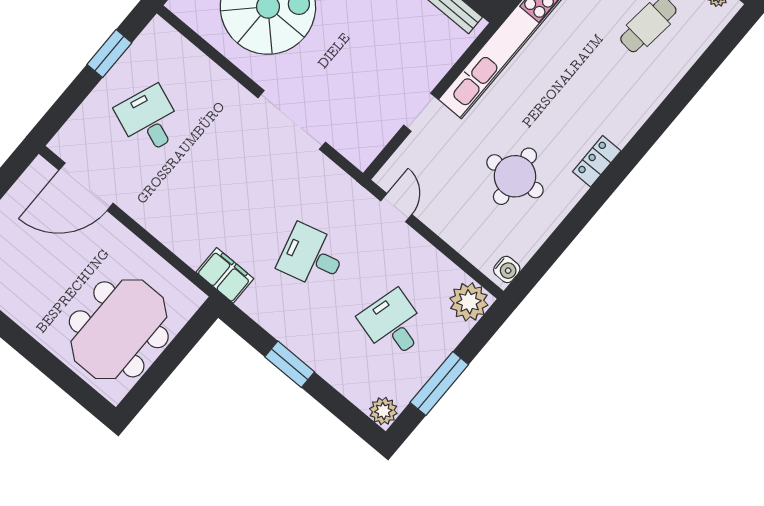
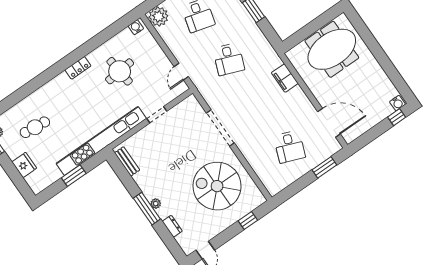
window: (109, 54) -> (324, 167), moved
desk: (312, 256) -> (229, 59), turned 36
filing cabinet: (225, 275) -> (285, 78), moved

